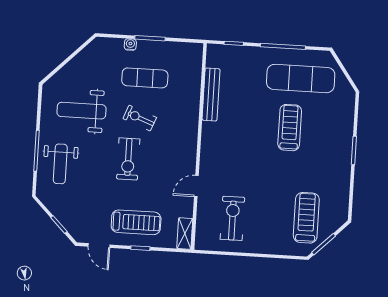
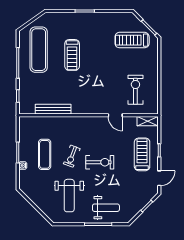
treadmill: (290, 128) -> (72, 55), turned -90
exercise bike: (232, 218) -> (135, 90), turned 90

